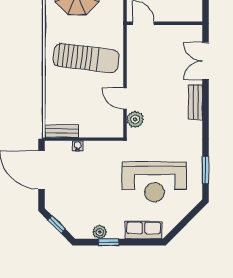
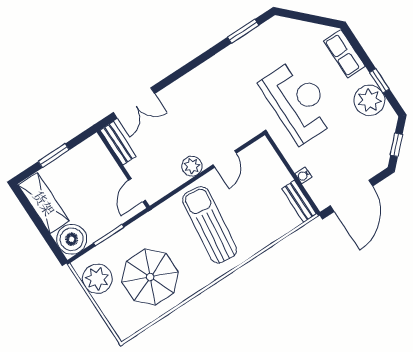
bench: (196, 102) -> (118, 143), moved, turned 90
plant: (135, 119) -> (192, 166), moved
reception desk: (154, 182) -> (298, 102), moved
plant: (100, 232) -> (369, 100), width x1.88, depth x1.88

